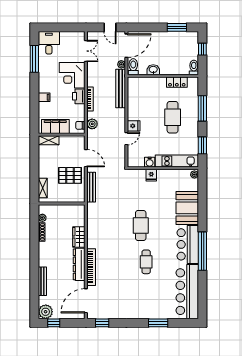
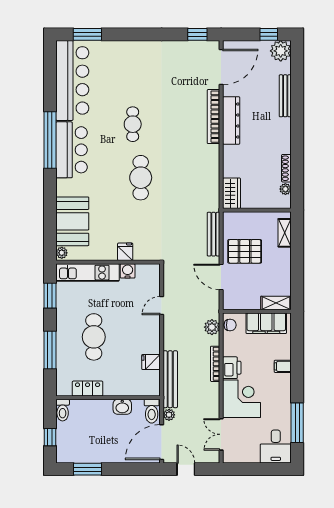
fridge: (134, 126) -> (151, 362), moved
booth: (187, 208) -> (72, 221), moved
wardrobe: (79, 237) -> (232, 193), moved
window: (158, 323) -> (87, 34), moved

